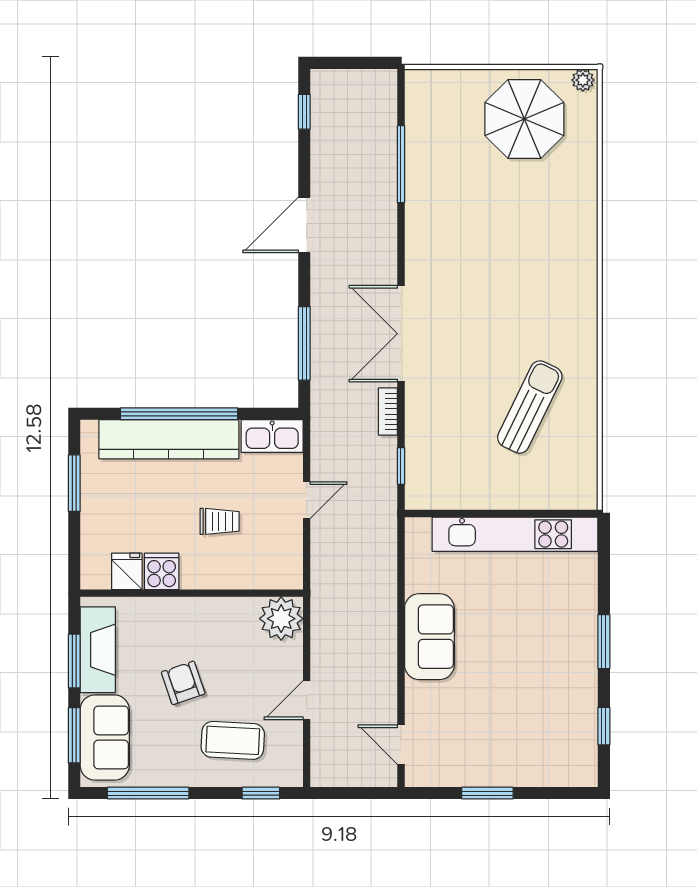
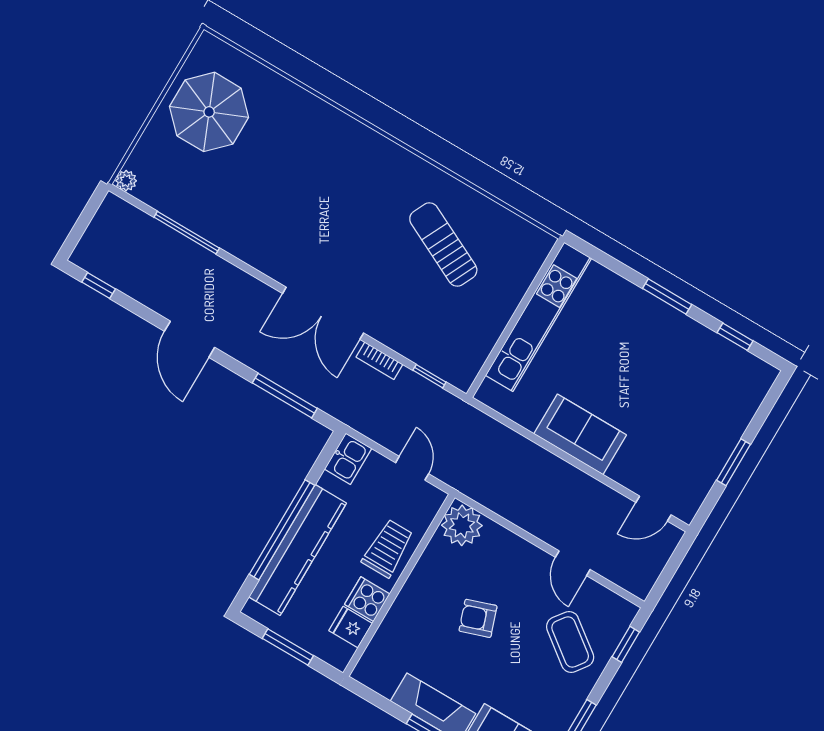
plant: (583, 80) -> (126, 181), moved
kitchen sink: (272, 436) -> (348, 459), width x0.73
trolley: (220, 521) -> (388, 548), width x1.36, depth x1.39
fridge: (127, 571) -> (351, 627), moved
cooker: (162, 571) -> (367, 599), moved
wall: (192, 593) -> (399, 585), moved
plant: (281, 619) -> (462, 525), moved
armchair: (183, 683) -> (478, 618), moved
coffee table: (233, 740) -> (570, 642), turned -56

